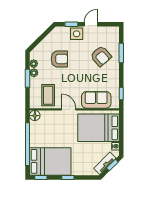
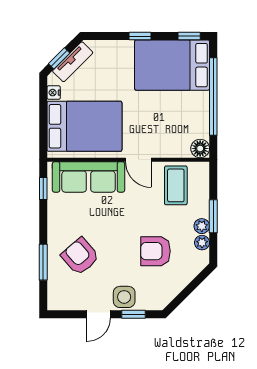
sofa: (96, 100) -> (89, 177), width x1.36

